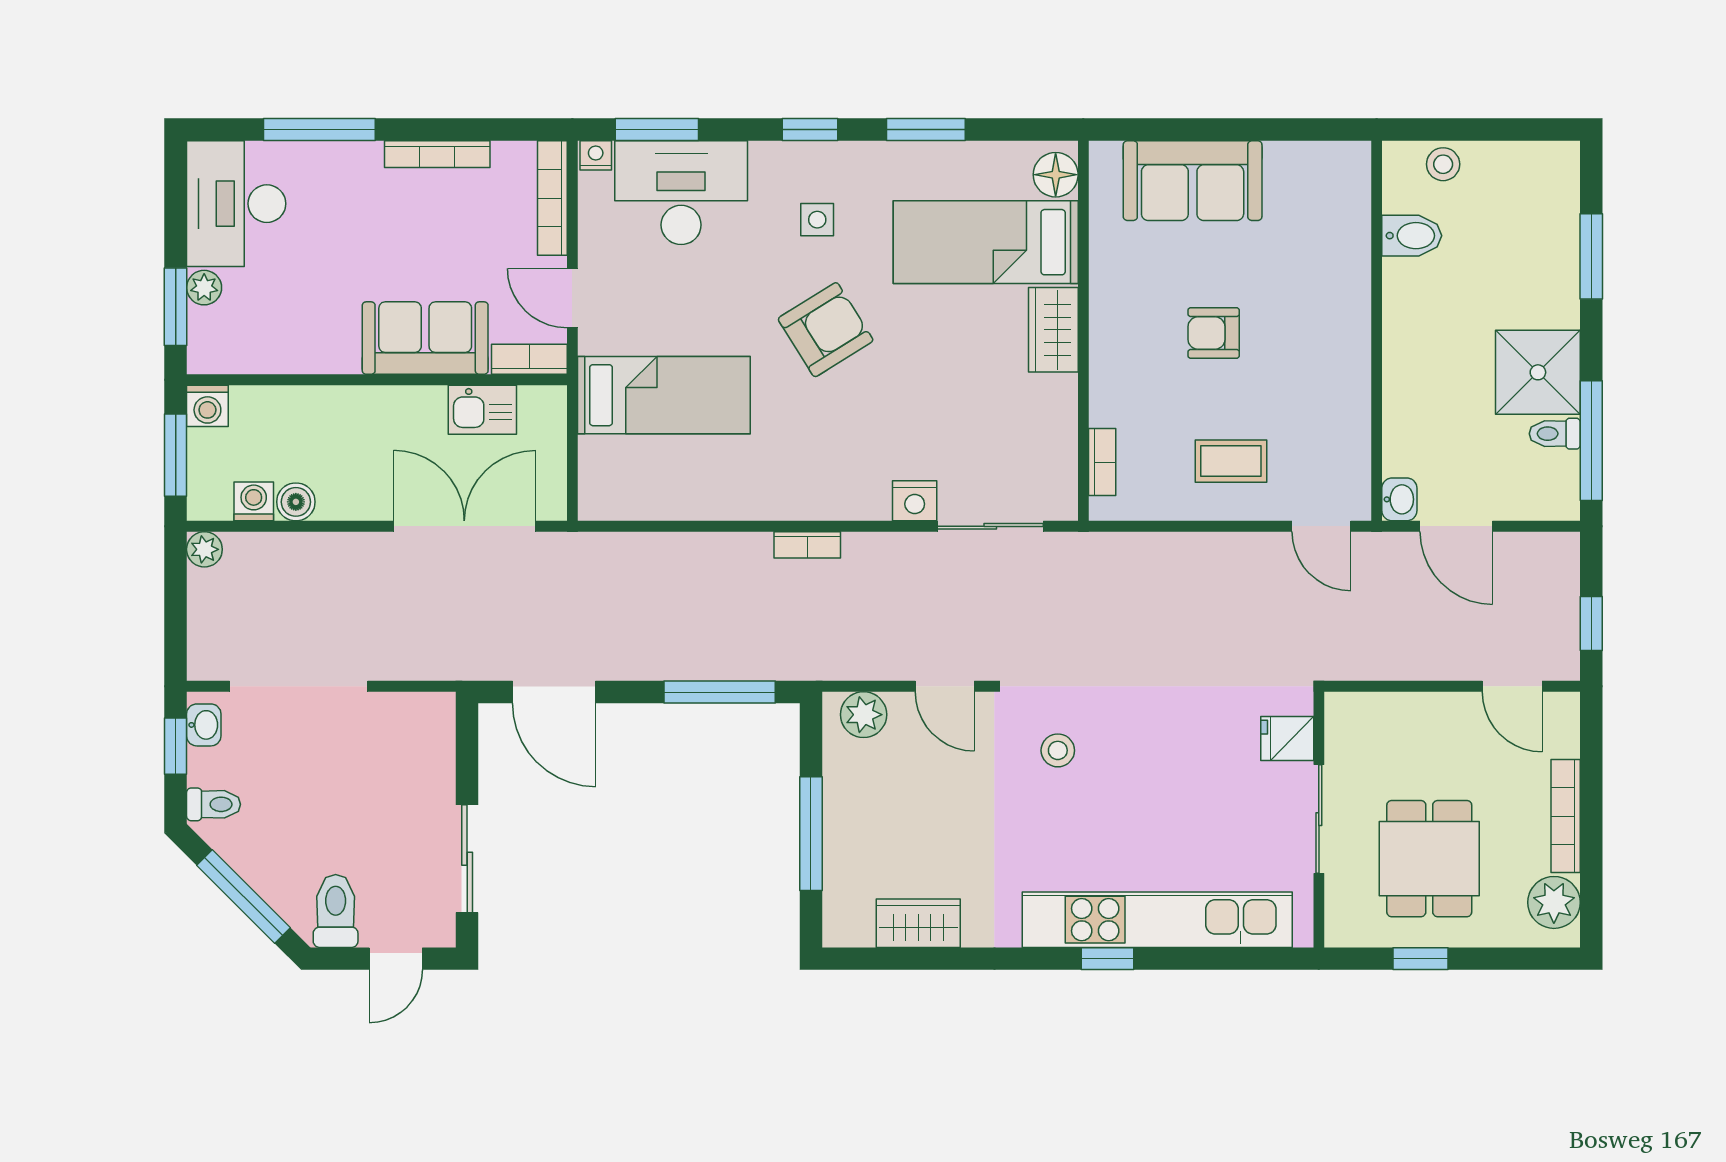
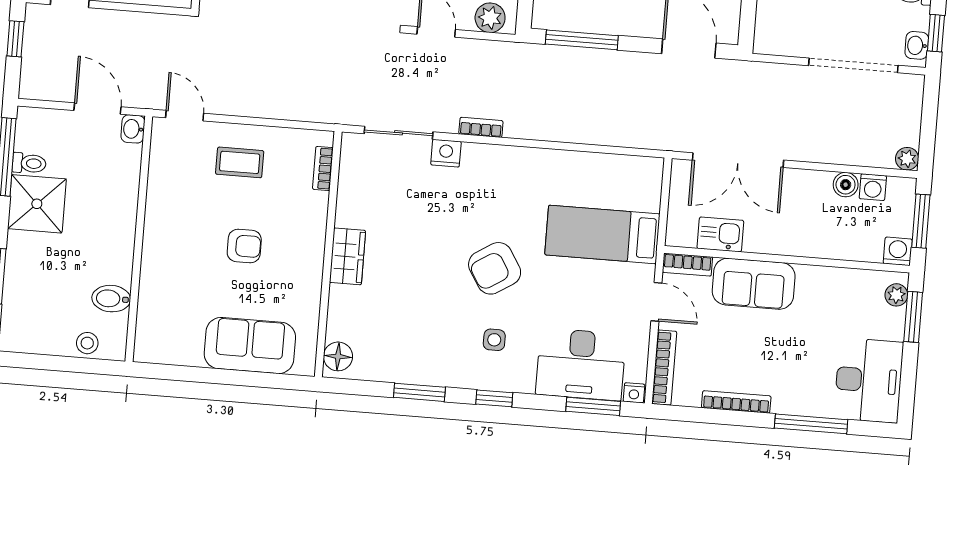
bed: (986, 242) -> (387, 317), removed
plant: (204, 288) -> (896, 295), moved
bookcase: (807, 545) -> (481, 127), moved

